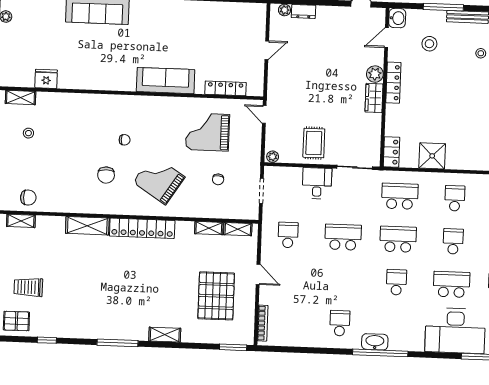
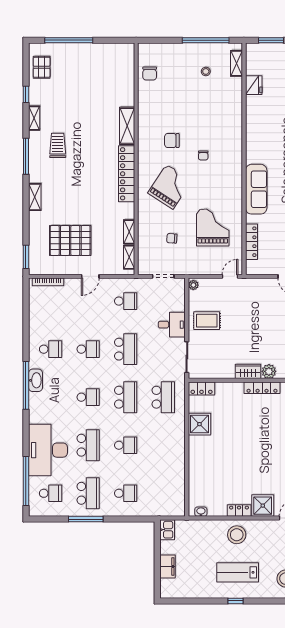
school desk: (455, 198) -> (88, 349), moved
shelving: (21, 221) -> (34, 118), moved
trolley: (28, 287) -> (58, 145), moved

